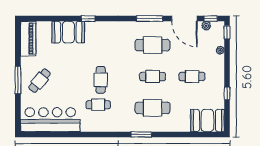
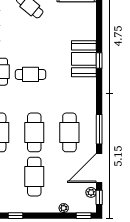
booth: (68, 32) -> (84, 59), moved
cafe table: (153, 77) -> (34, 132), width x1.37, depth x1.35
cafe table: (192, 77) -> (34, 177), width x1.37, depth x1.35

